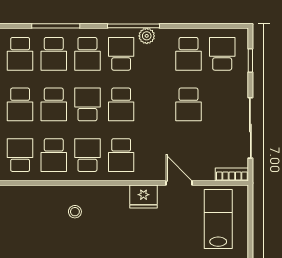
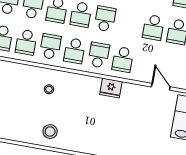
school desk: (121, 104) -> (153, 27), moved
fridge: (144, 197) -> (111, 88), moved
stool: (75, 212) -> (49, 89), moved

